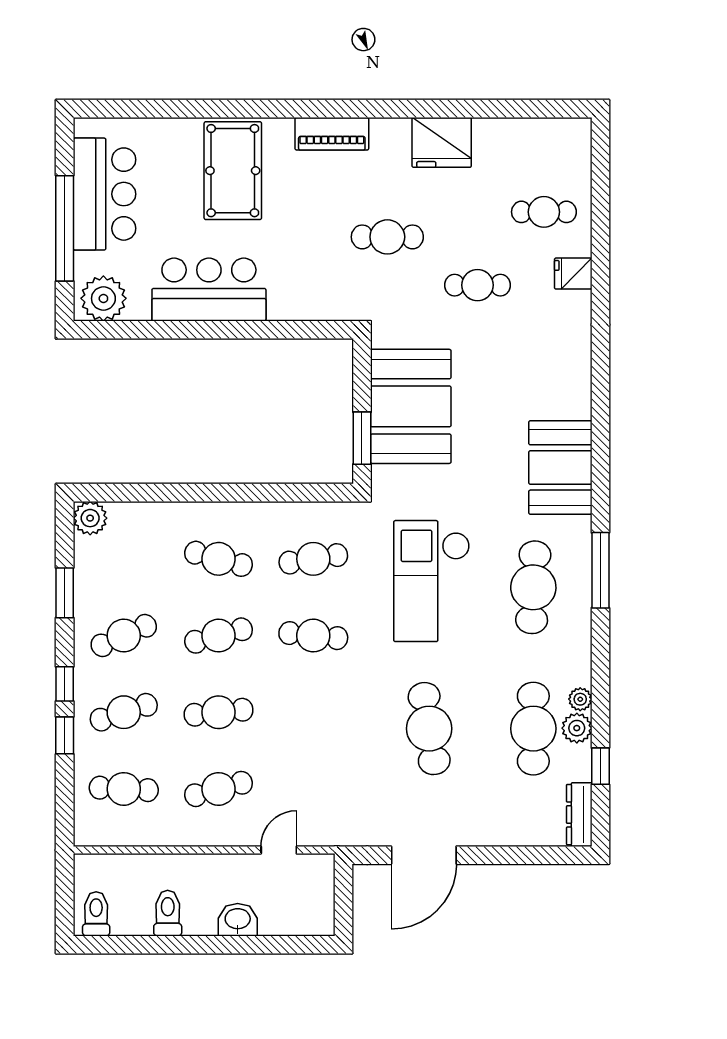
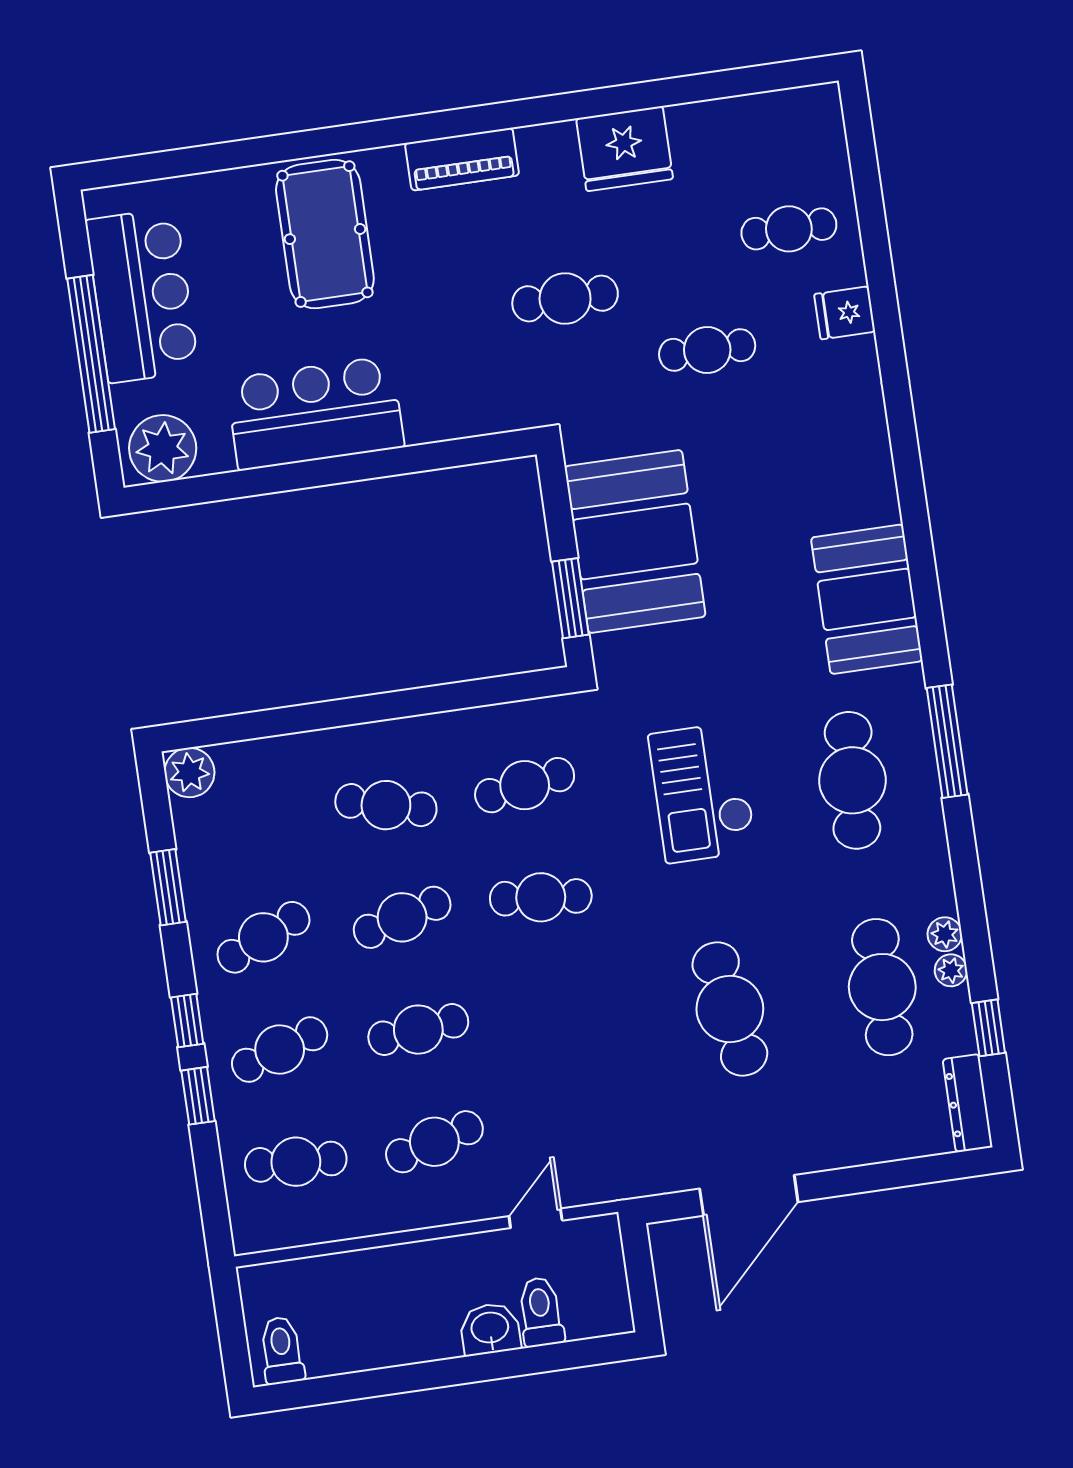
checkout: (432, 581) -> (702, 793), width x0.73, depth x0.83
plant: (577, 728) -> (951, 970), width x0.73, depth x0.73
toilet: (168, 913) -> (541, 1312), moved

